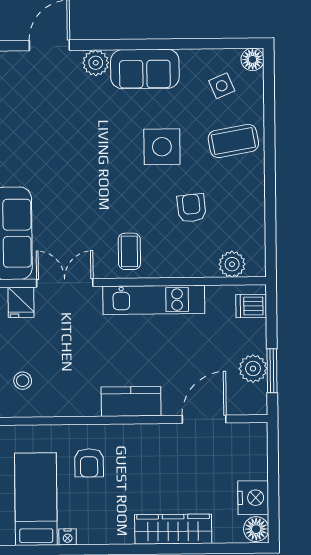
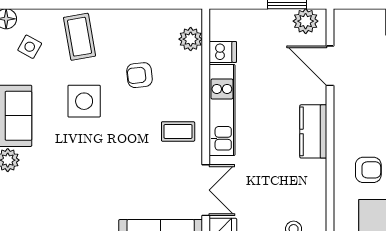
side table: (222, 86) -> (30, 47), turned -38
double door: (65, 283) -> (206, 190), swing flipped
dishwasher: (251, 306) -> (223, 52), moved, turned -90
plant: (253, 369) -> (306, 21), moved

